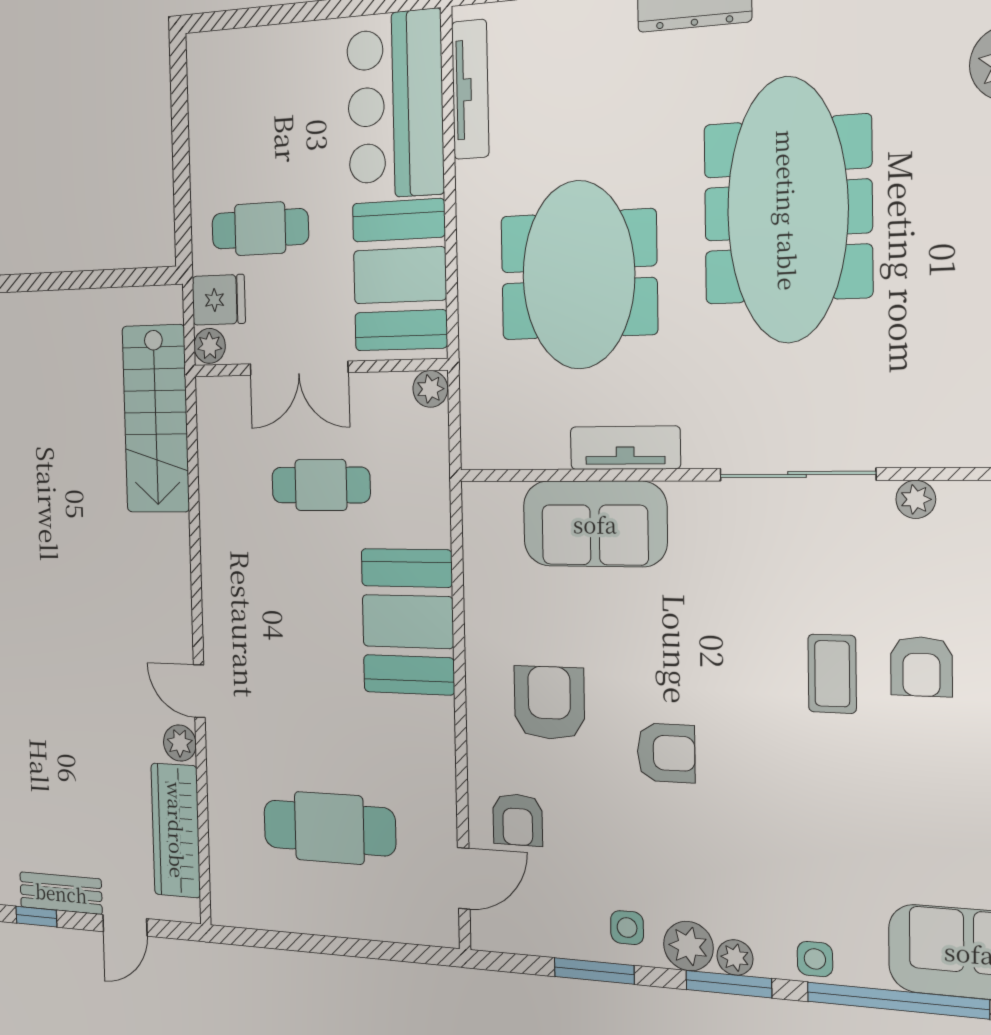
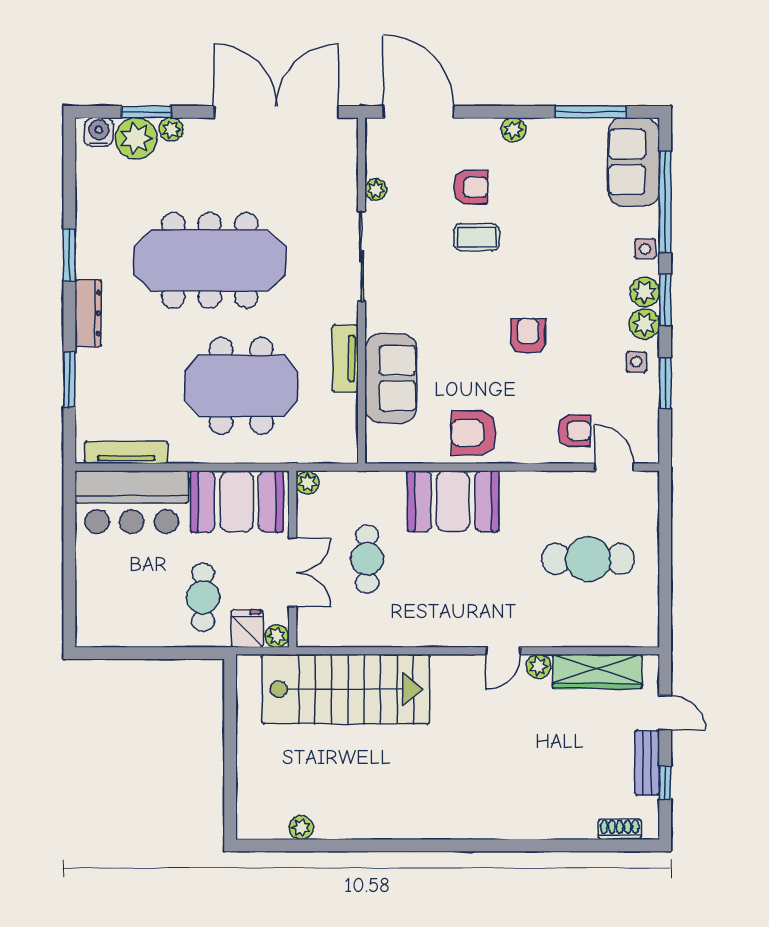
stairs: (156, 419) -> (346, 689), width x1.36, depth x1.51
armchair: (549, 703) -> (474, 433), moved
cafe table: (329, 828) -> (588, 559), turned 90
plant: (735, 957) -> (645, 292), width x1.38, depth x1.38

